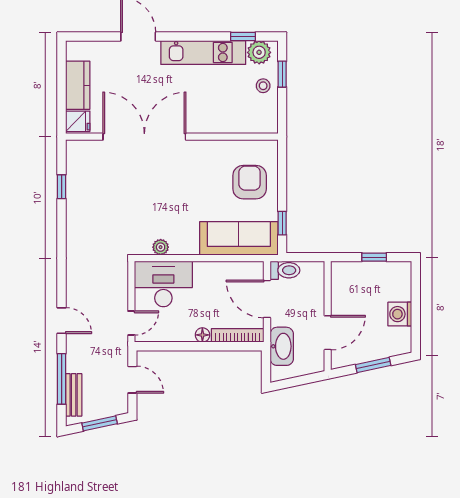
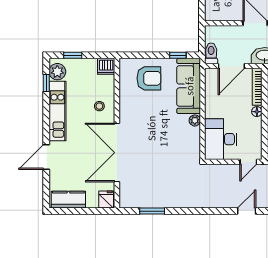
kitchen counter: (78, 85) -> (68, 200), moved
stool: (263, 86) -> (99, 106), moved
dishwasher: (267, 121) -> (106, 66), added
armchair: (250, 182) -> (149, 78), turned 180
window: (62, 187) -> (152, 211), width x1.50
plant: (161, 247) -> (195, 120), moved
door: (131, 323) -> (248, 162), swing flipped

